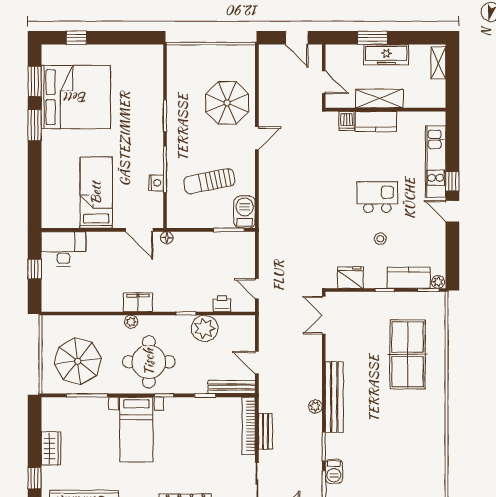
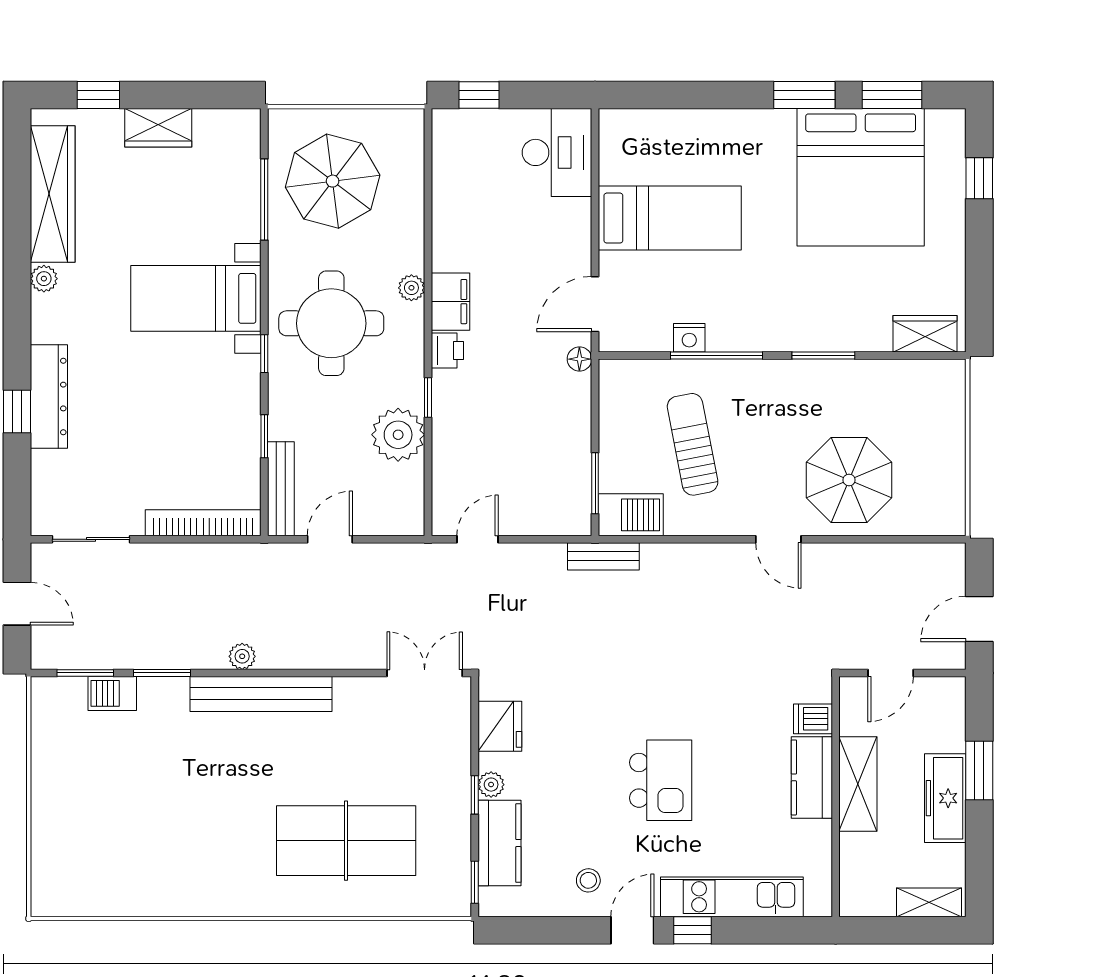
wardrobe: (154, 65) -> (925, 334), added
stool: (380, 239) -> (588, 880), moved
window: (35, 269) -> (479, 95), moved
plant: (438, 282) -> (491, 785), moved
printer: (222, 304) -> (447, 351), moved
bench: (265, 431) -> (603, 556), moved

